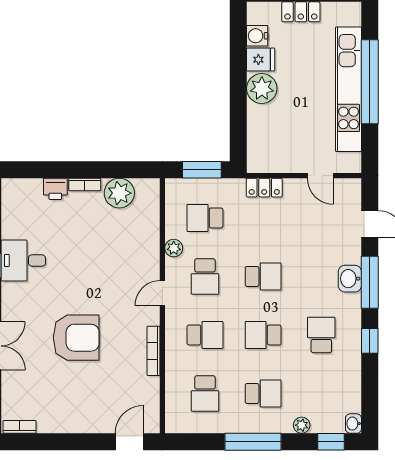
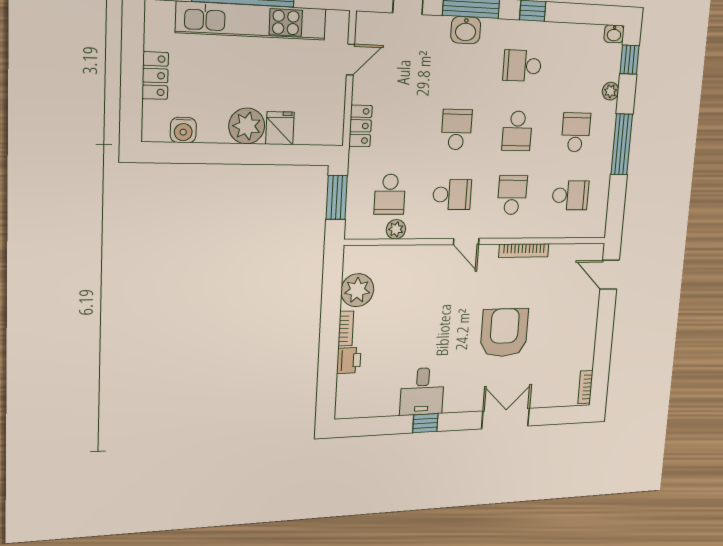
fridge: (261, 60) -> (280, 128), moved
plant: (174, 248) -> (396, 229), moved

